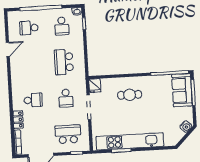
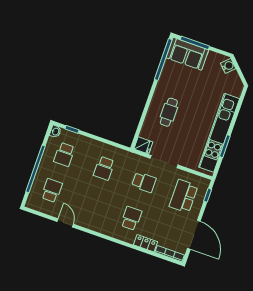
school desk: (62, 26) -> (64, 154), turned 90
school desk: (29, 28) -> (52, 190), turned 180
school desk: (64, 62) -> (104, 168), width x0.54

